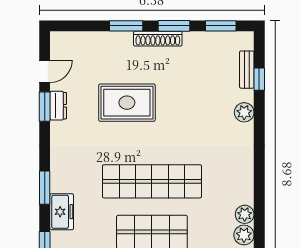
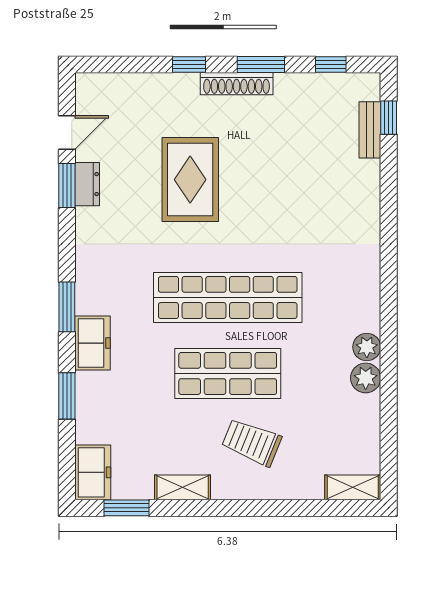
window: (126, 26) -> (189, 65), width x0.67
window: (221, 26) -> (331, 65), width x0.67
window: (259, 79) -> (389, 118), moved
rug: (127, 103) -> (190, 180), turned 90
plant: (244, 112) -> (366, 194), removed

